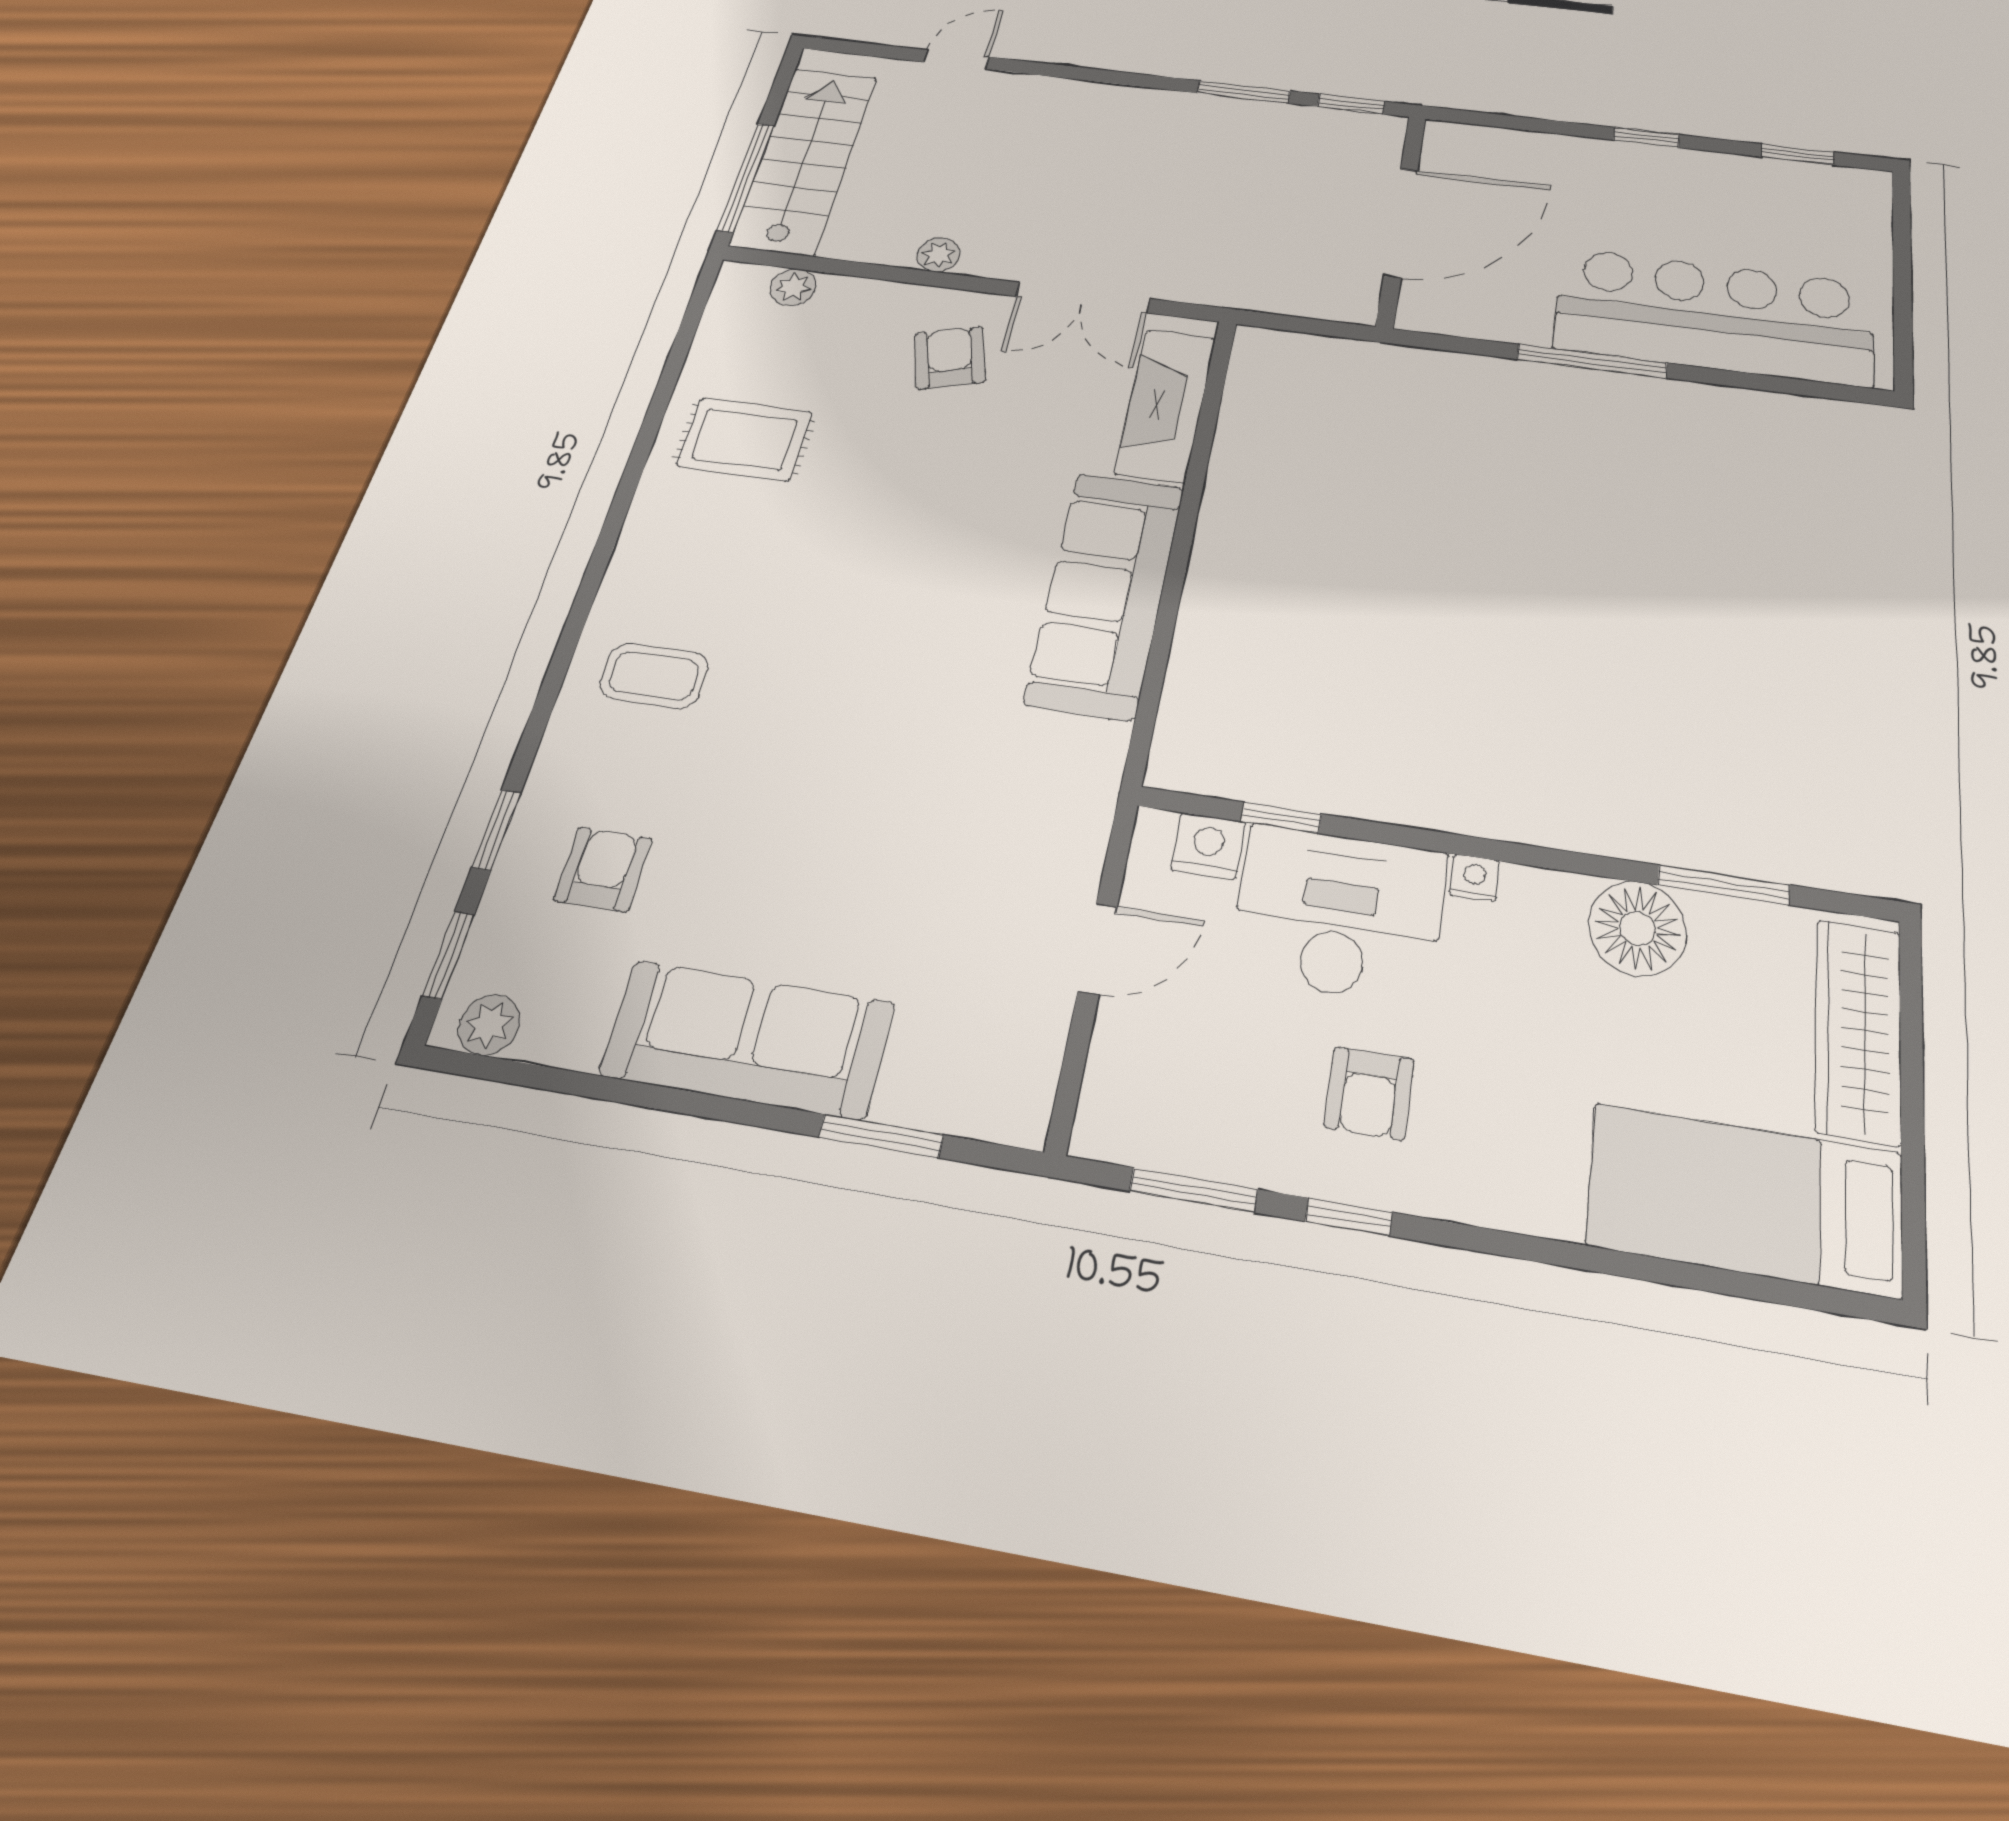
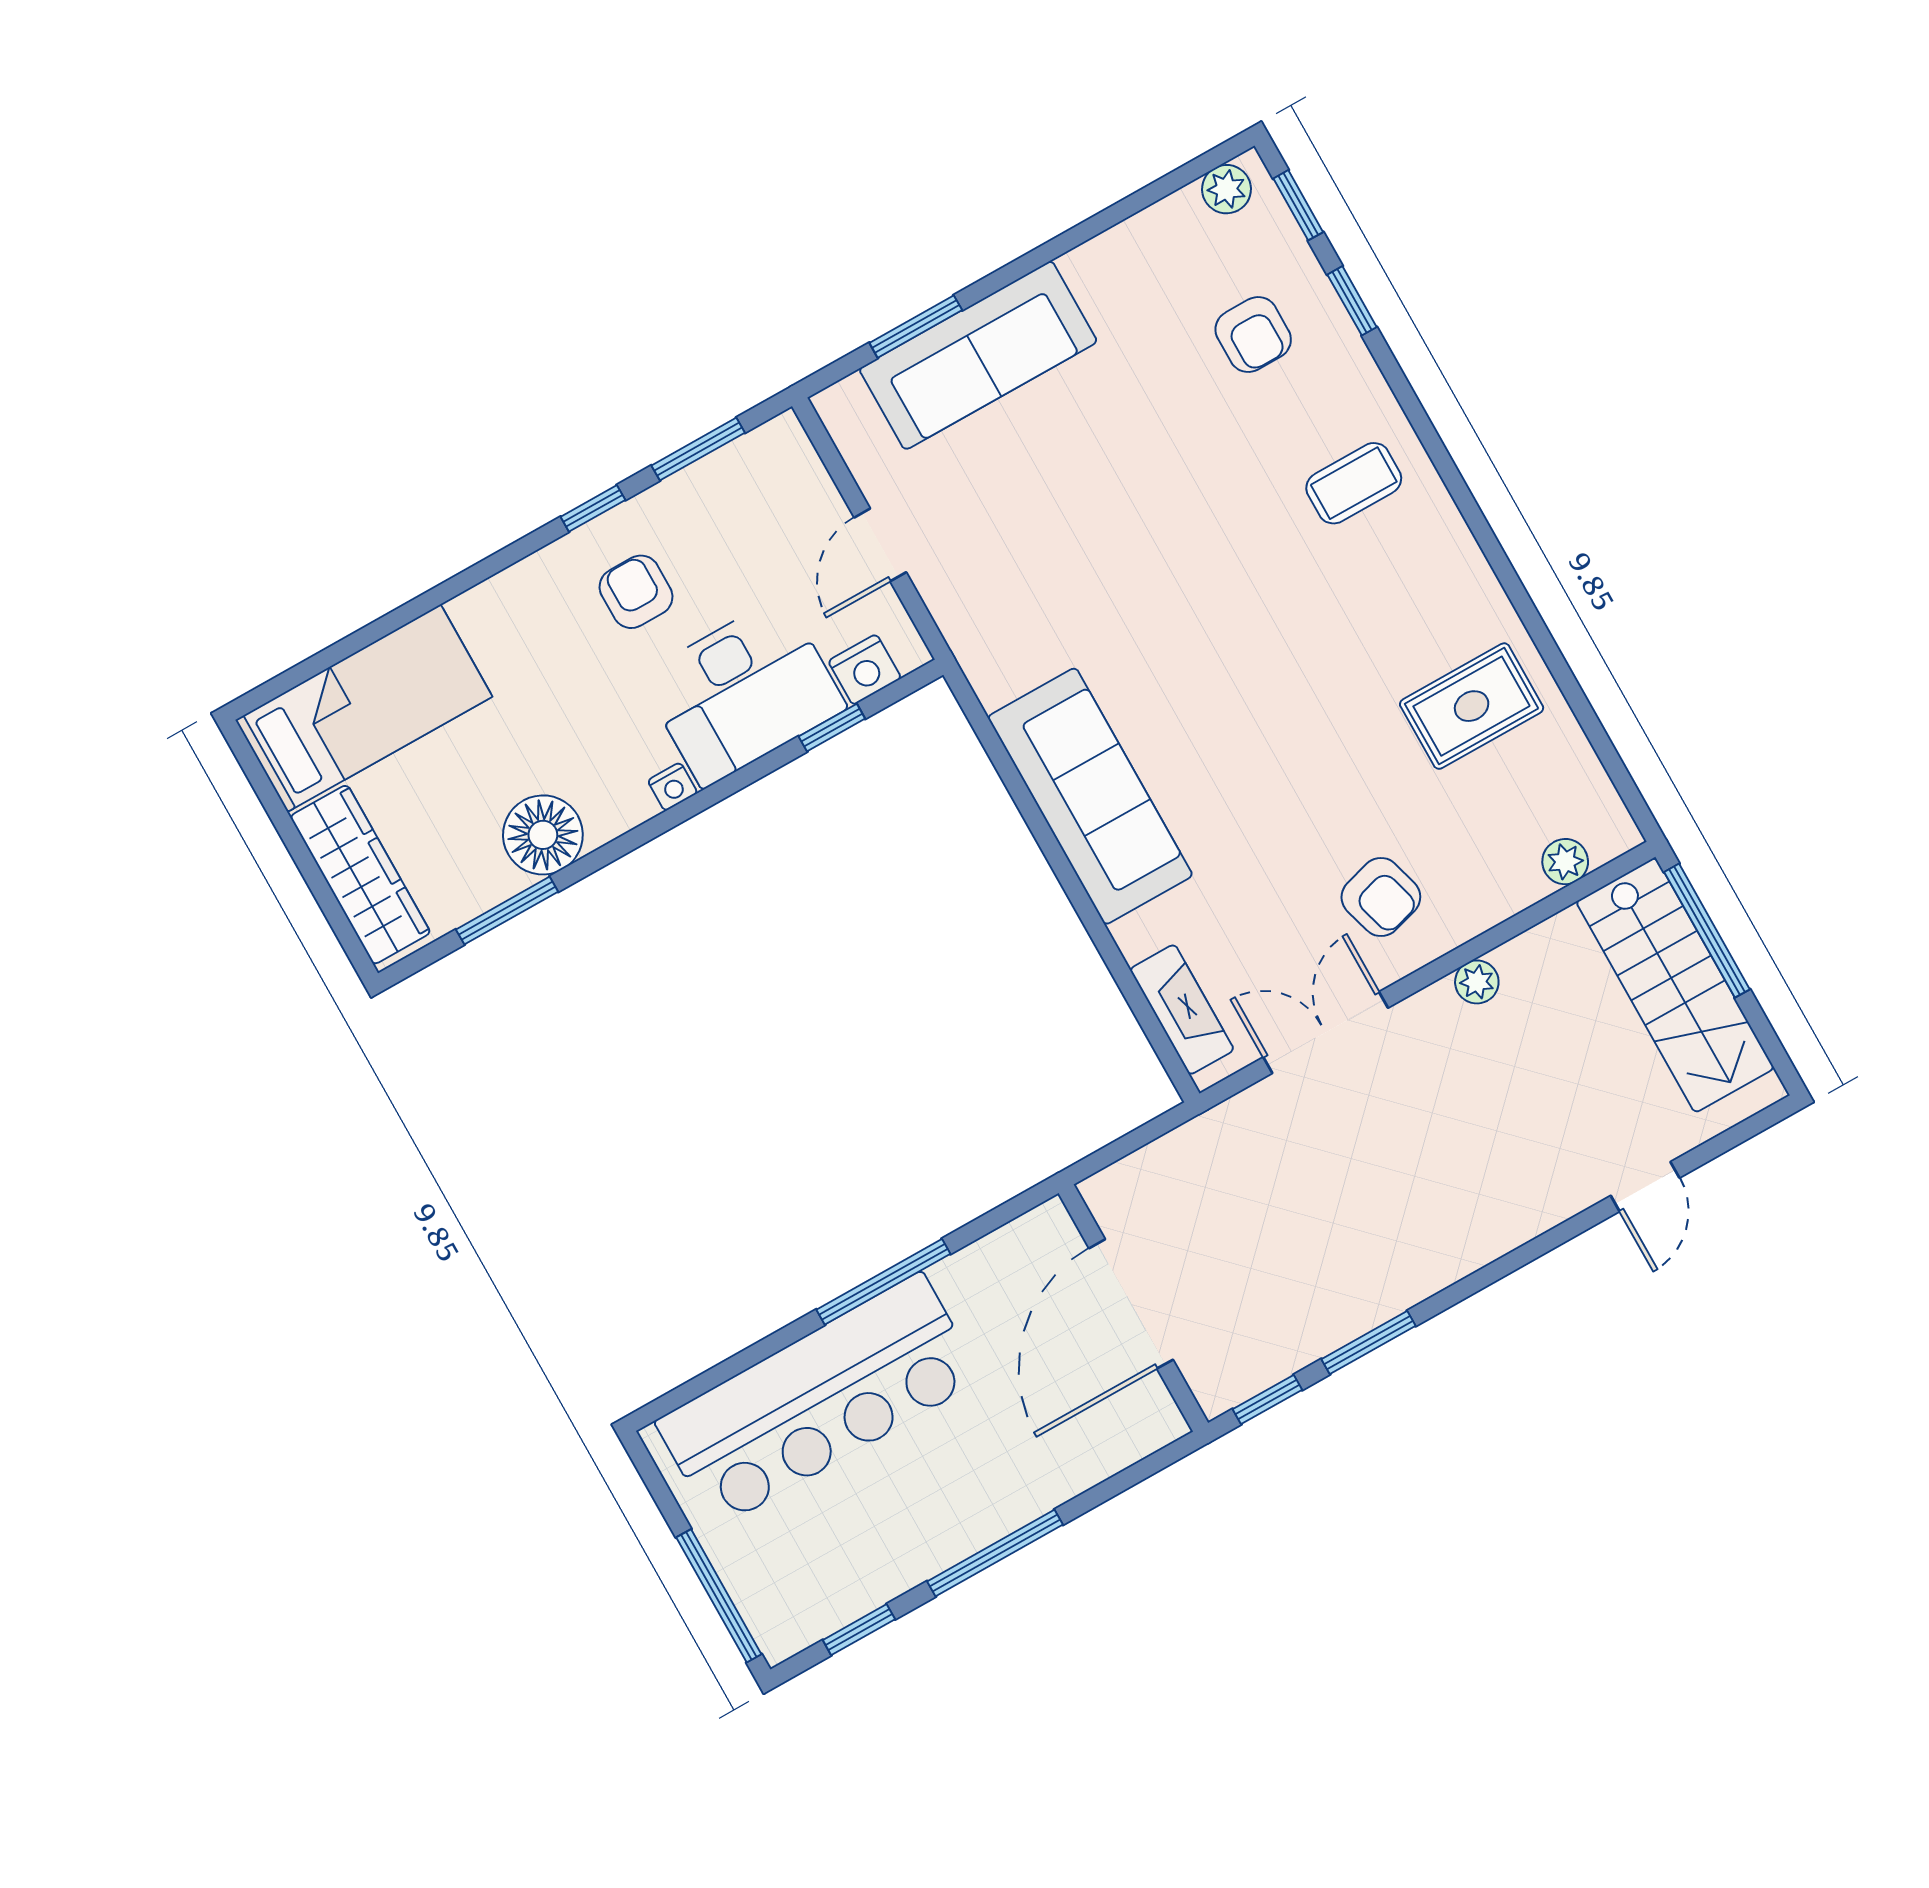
window: (1646, 137) -> (995, 1553), width x2.17
window: (1902, 241) -> (719, 1596), added
fireplace: (1166, 405) -> (1182, 1010), width x0.73, depth x0.76
sofa: (748, 1039) -> (978, 355), moved

